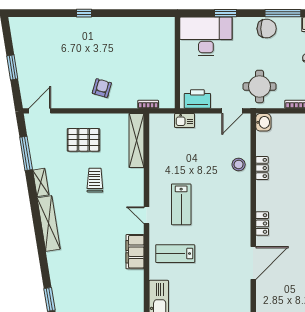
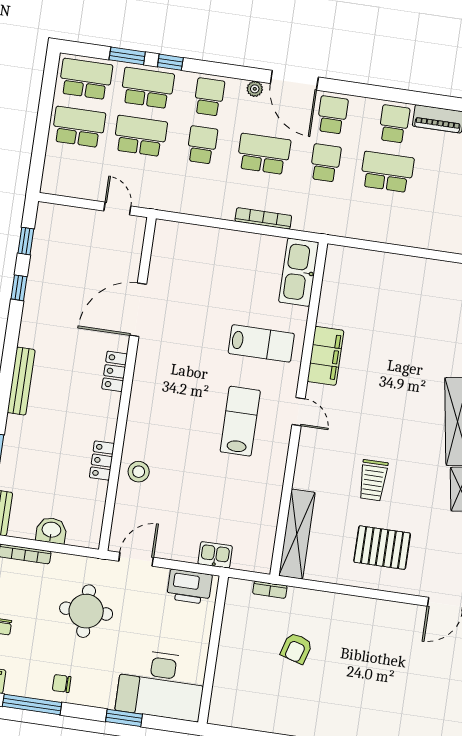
chair: (267, 29) -> (62, 684), width x0.54, depth x0.54
round table: (260, 86) -> (86, 611), moved
armchair: (102, 88) -> (296, 648), moved
washbasin: (263, 122) -> (51, 530), moved, turned 90

